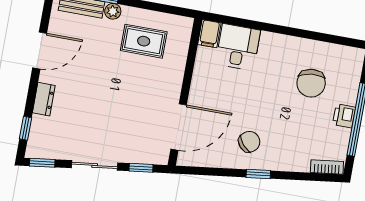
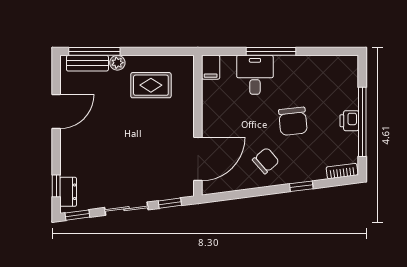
window: (275, 29) -> (271, 51), added
desk: (238, 47) -> (255, 75), moved
chair: (311, 83) -> (293, 121), moved
dresser: (44, 99) -> (68, 192), moved
window: (258, 174) -> (301, 186), moved

